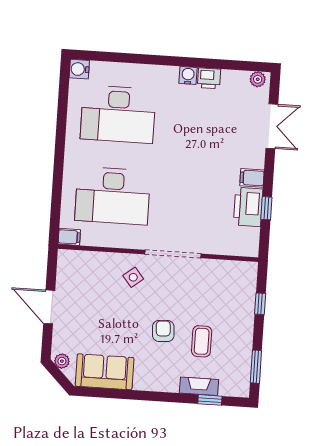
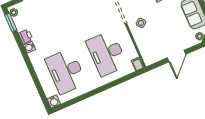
window: (244, 66) -> (11, 23), added
desk: (118, 114) -> (66, 71), turned 180
desk: (113, 196) -> (107, 53), turned 180

